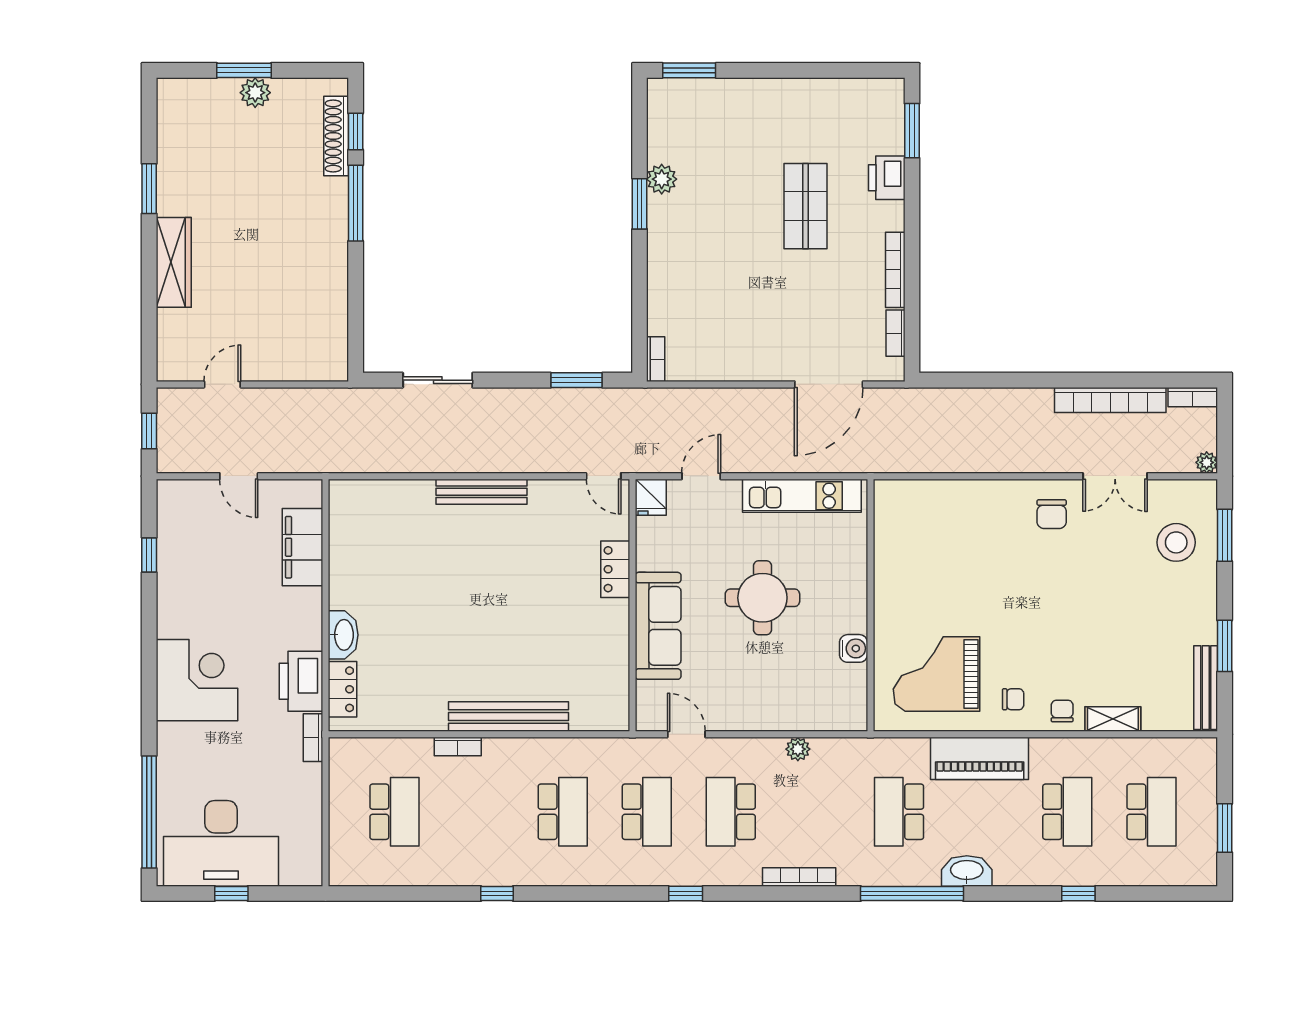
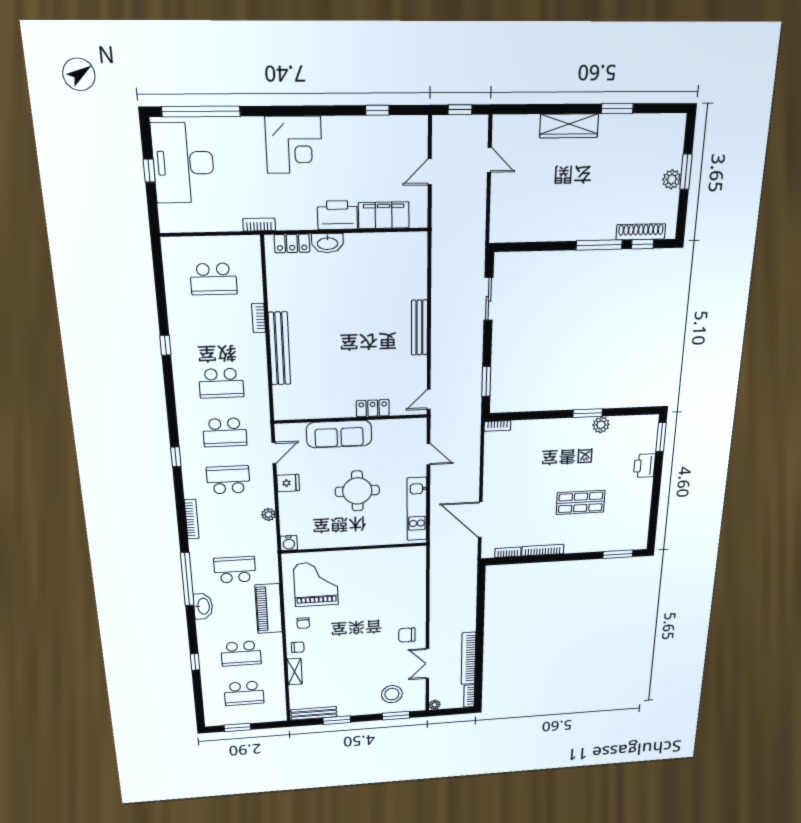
printer: (887, 178) -> (644, 466), moved, turned -90
fridge: (651, 497) -> (288, 483), moved, turned 180
water cooler: (854, 648) -> (289, 543), moved
printer: (301, 681) -> (337, 215), moved

